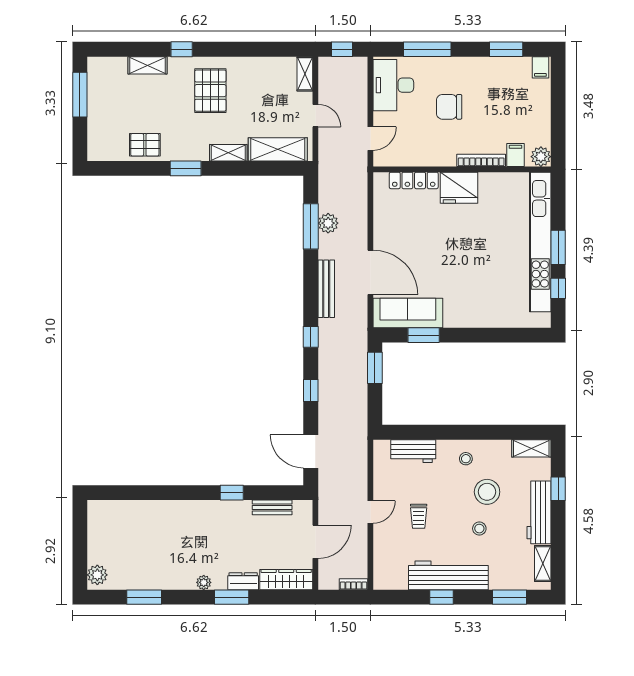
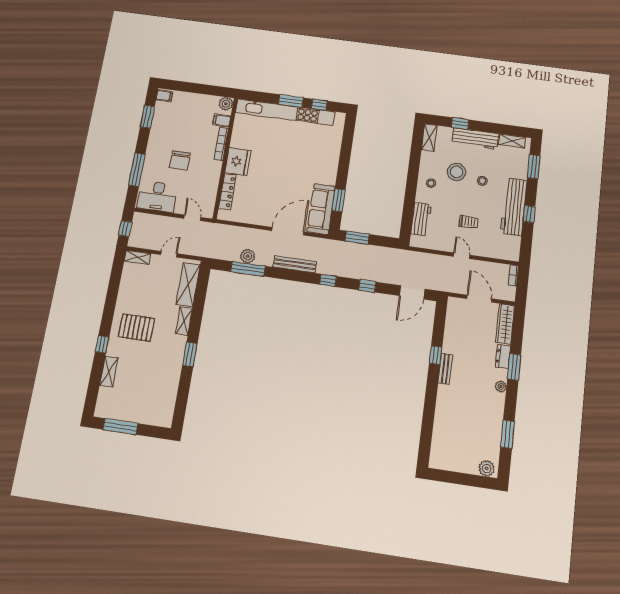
pallet: (145, 145) -> (167, 382), removed
bench: (272, 507) -> (445, 369), moved

